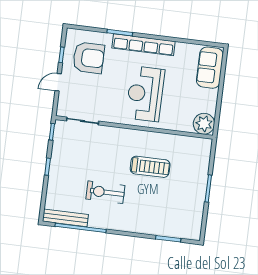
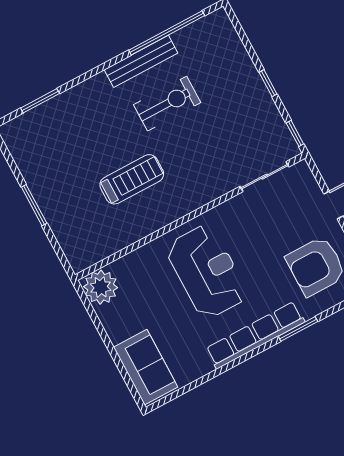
treadmill: (150, 167) -> (132, 179), turned 180
bench: (65, 218) -> (141, 61), moved

